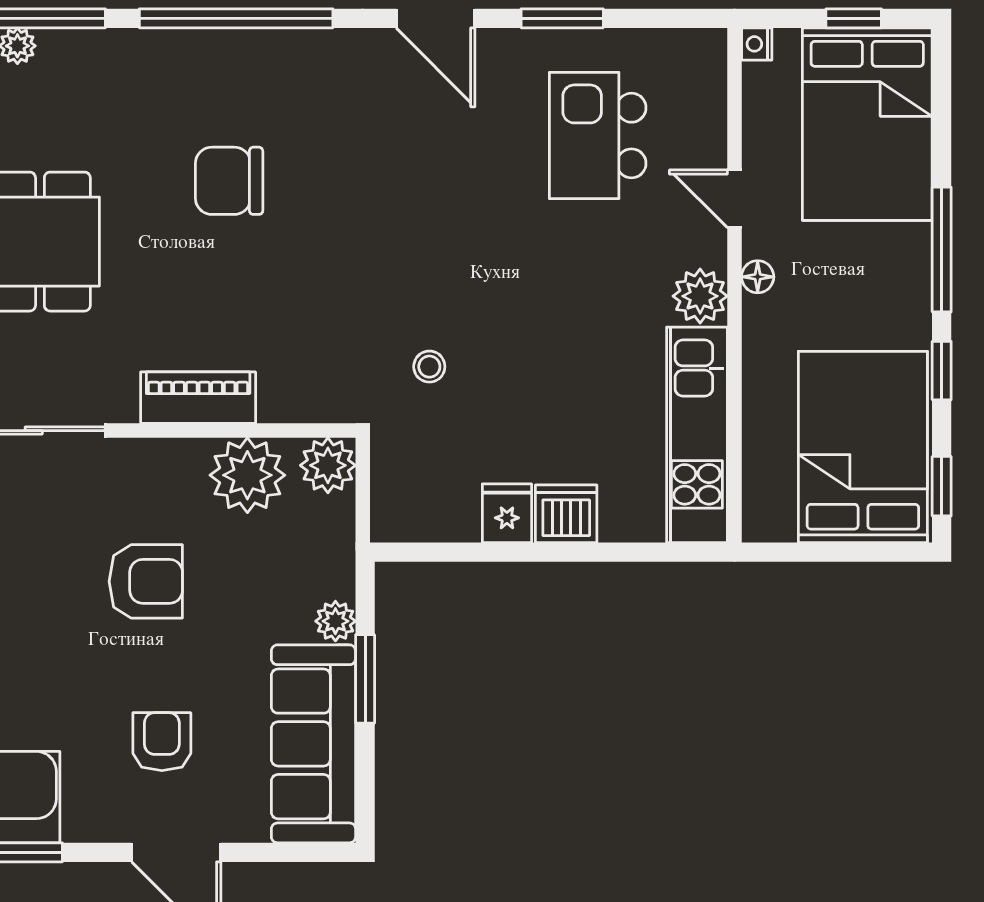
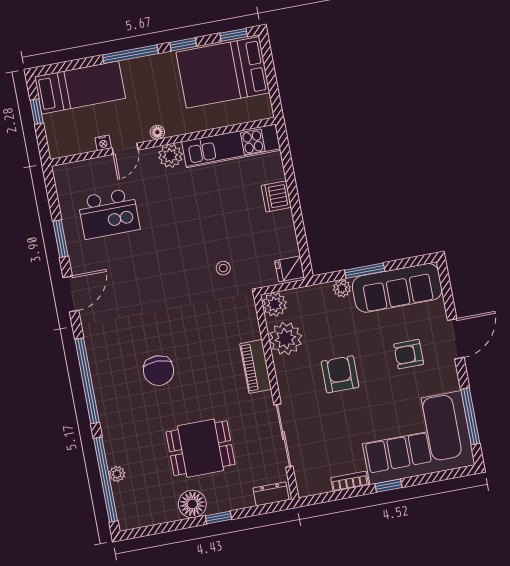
nightstand: (757, 44) -> (103, 143), moved
bed: (867, 124) -> (80, 88), width x0.67
fridge: (507, 513) -> (290, 269), moved

